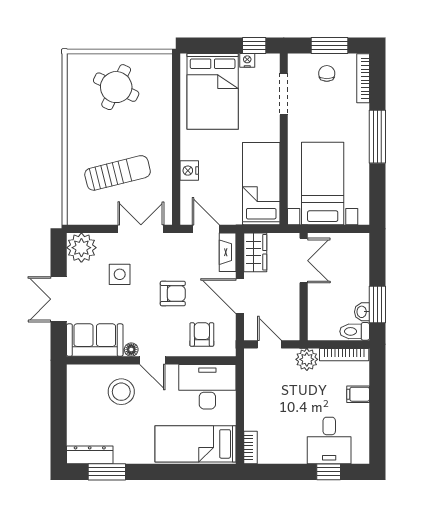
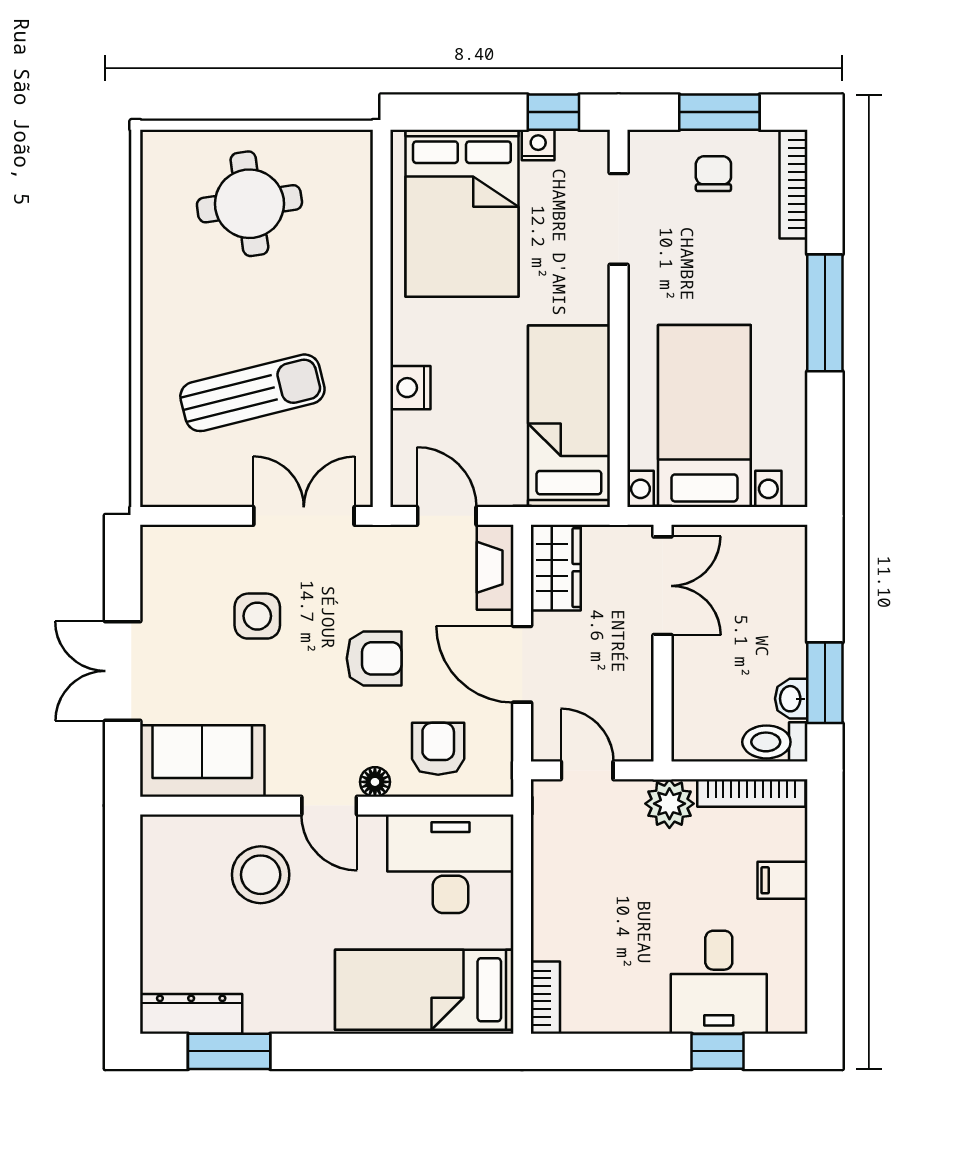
round table: (116, 87) -> (249, 204), turned -34
plant: (81, 248) -> (173, 557), removed
floor lamp: (131, 350) -> (375, 782), moved

